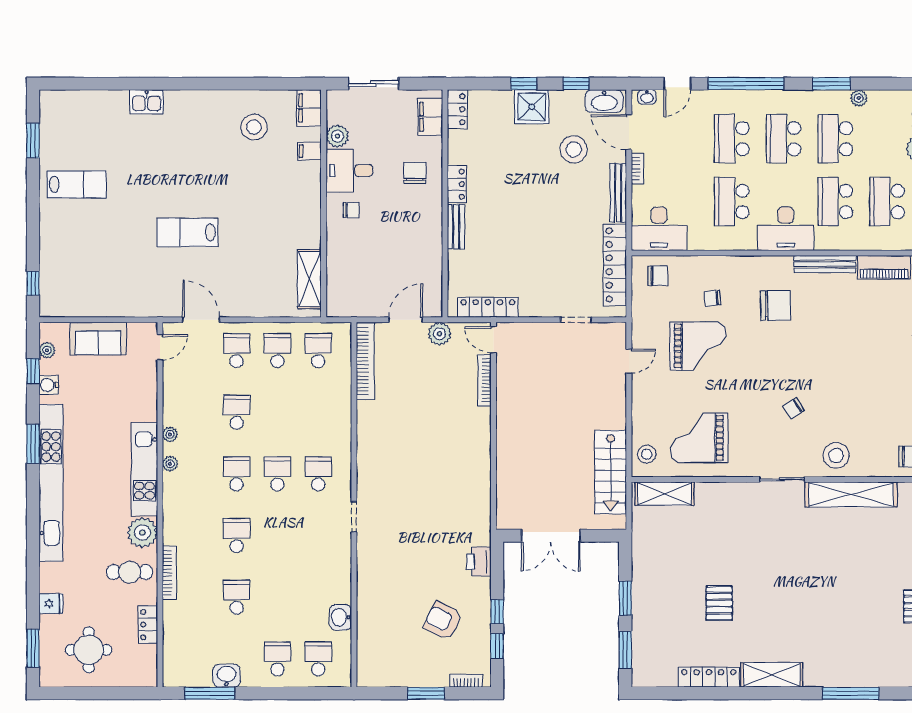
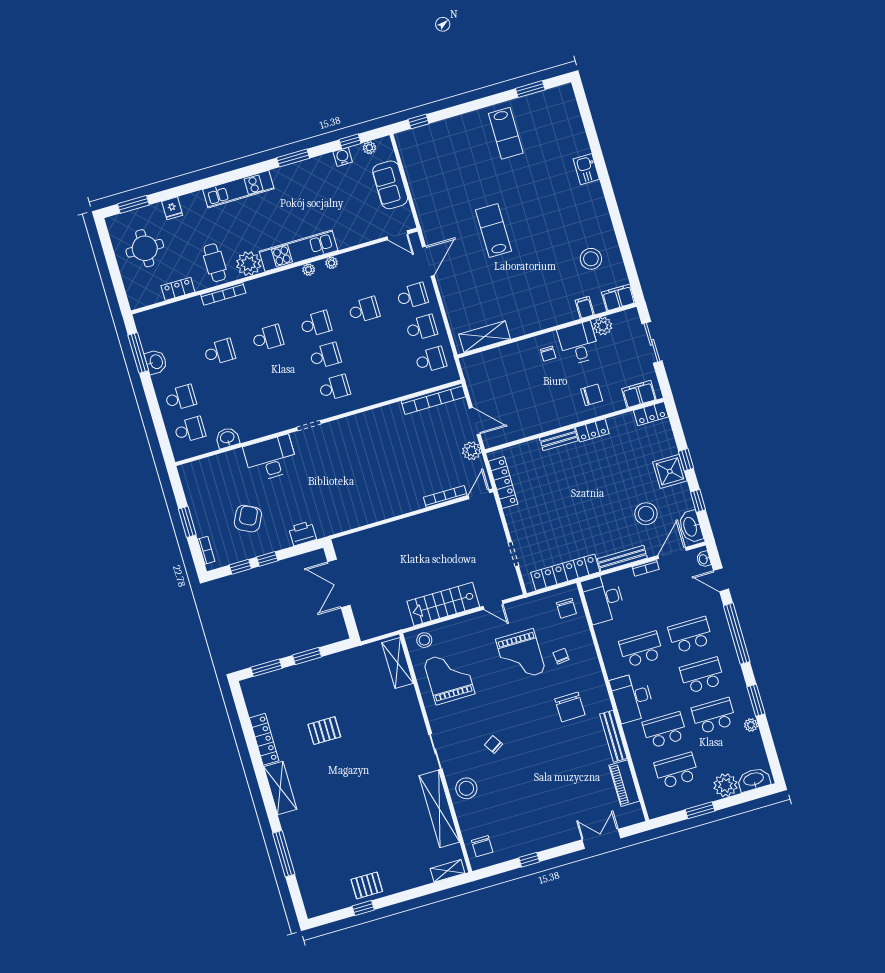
stairs: (611, 472) -> (443, 604), moved
kitchen unit: (51, 483) -> (238, 189), width x0.54
desk: (380, 573) -> (271, 458), added

